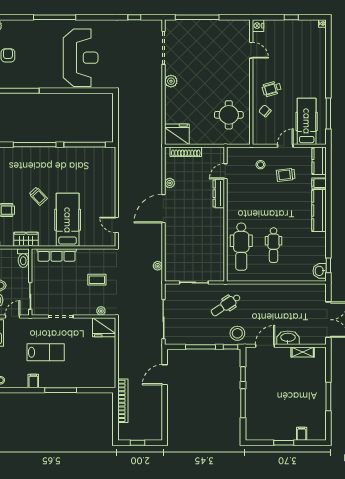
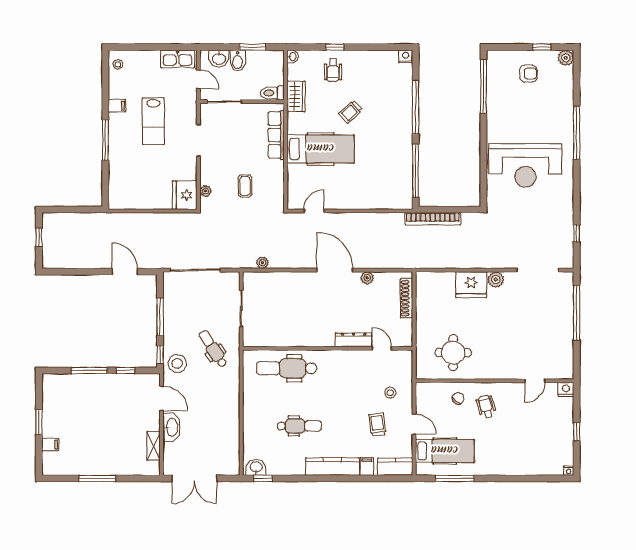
fridge: (177, 134) -> (471, 285), moved, turned 90
dental chair: (274, 245) -> (299, 426), moved, turned 180
bookcase: (123, 401) -> (433, 219), moved

